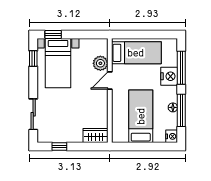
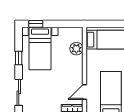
window: (33, 58) -> (19, 58), moved
door: (110, 81) -> (84, 92), moved

